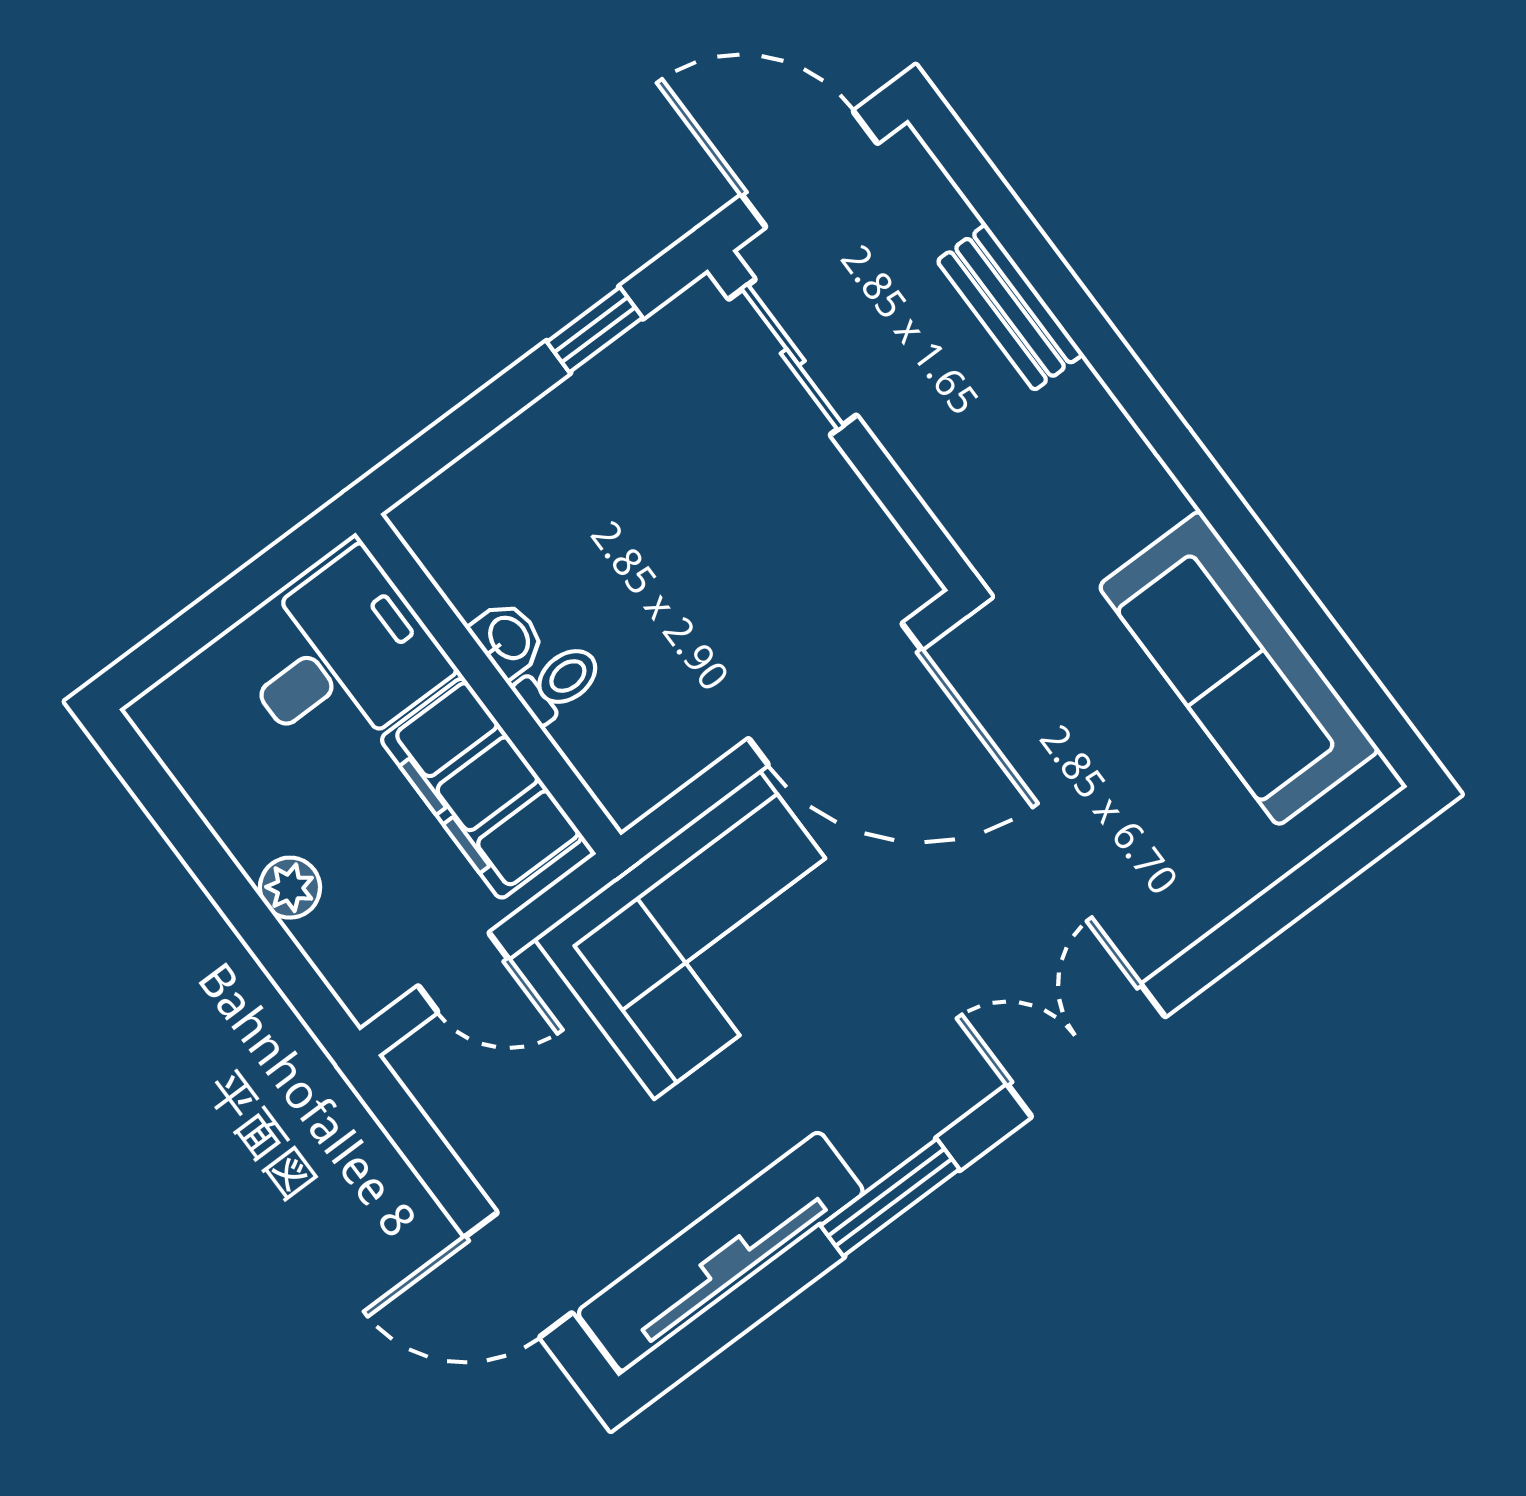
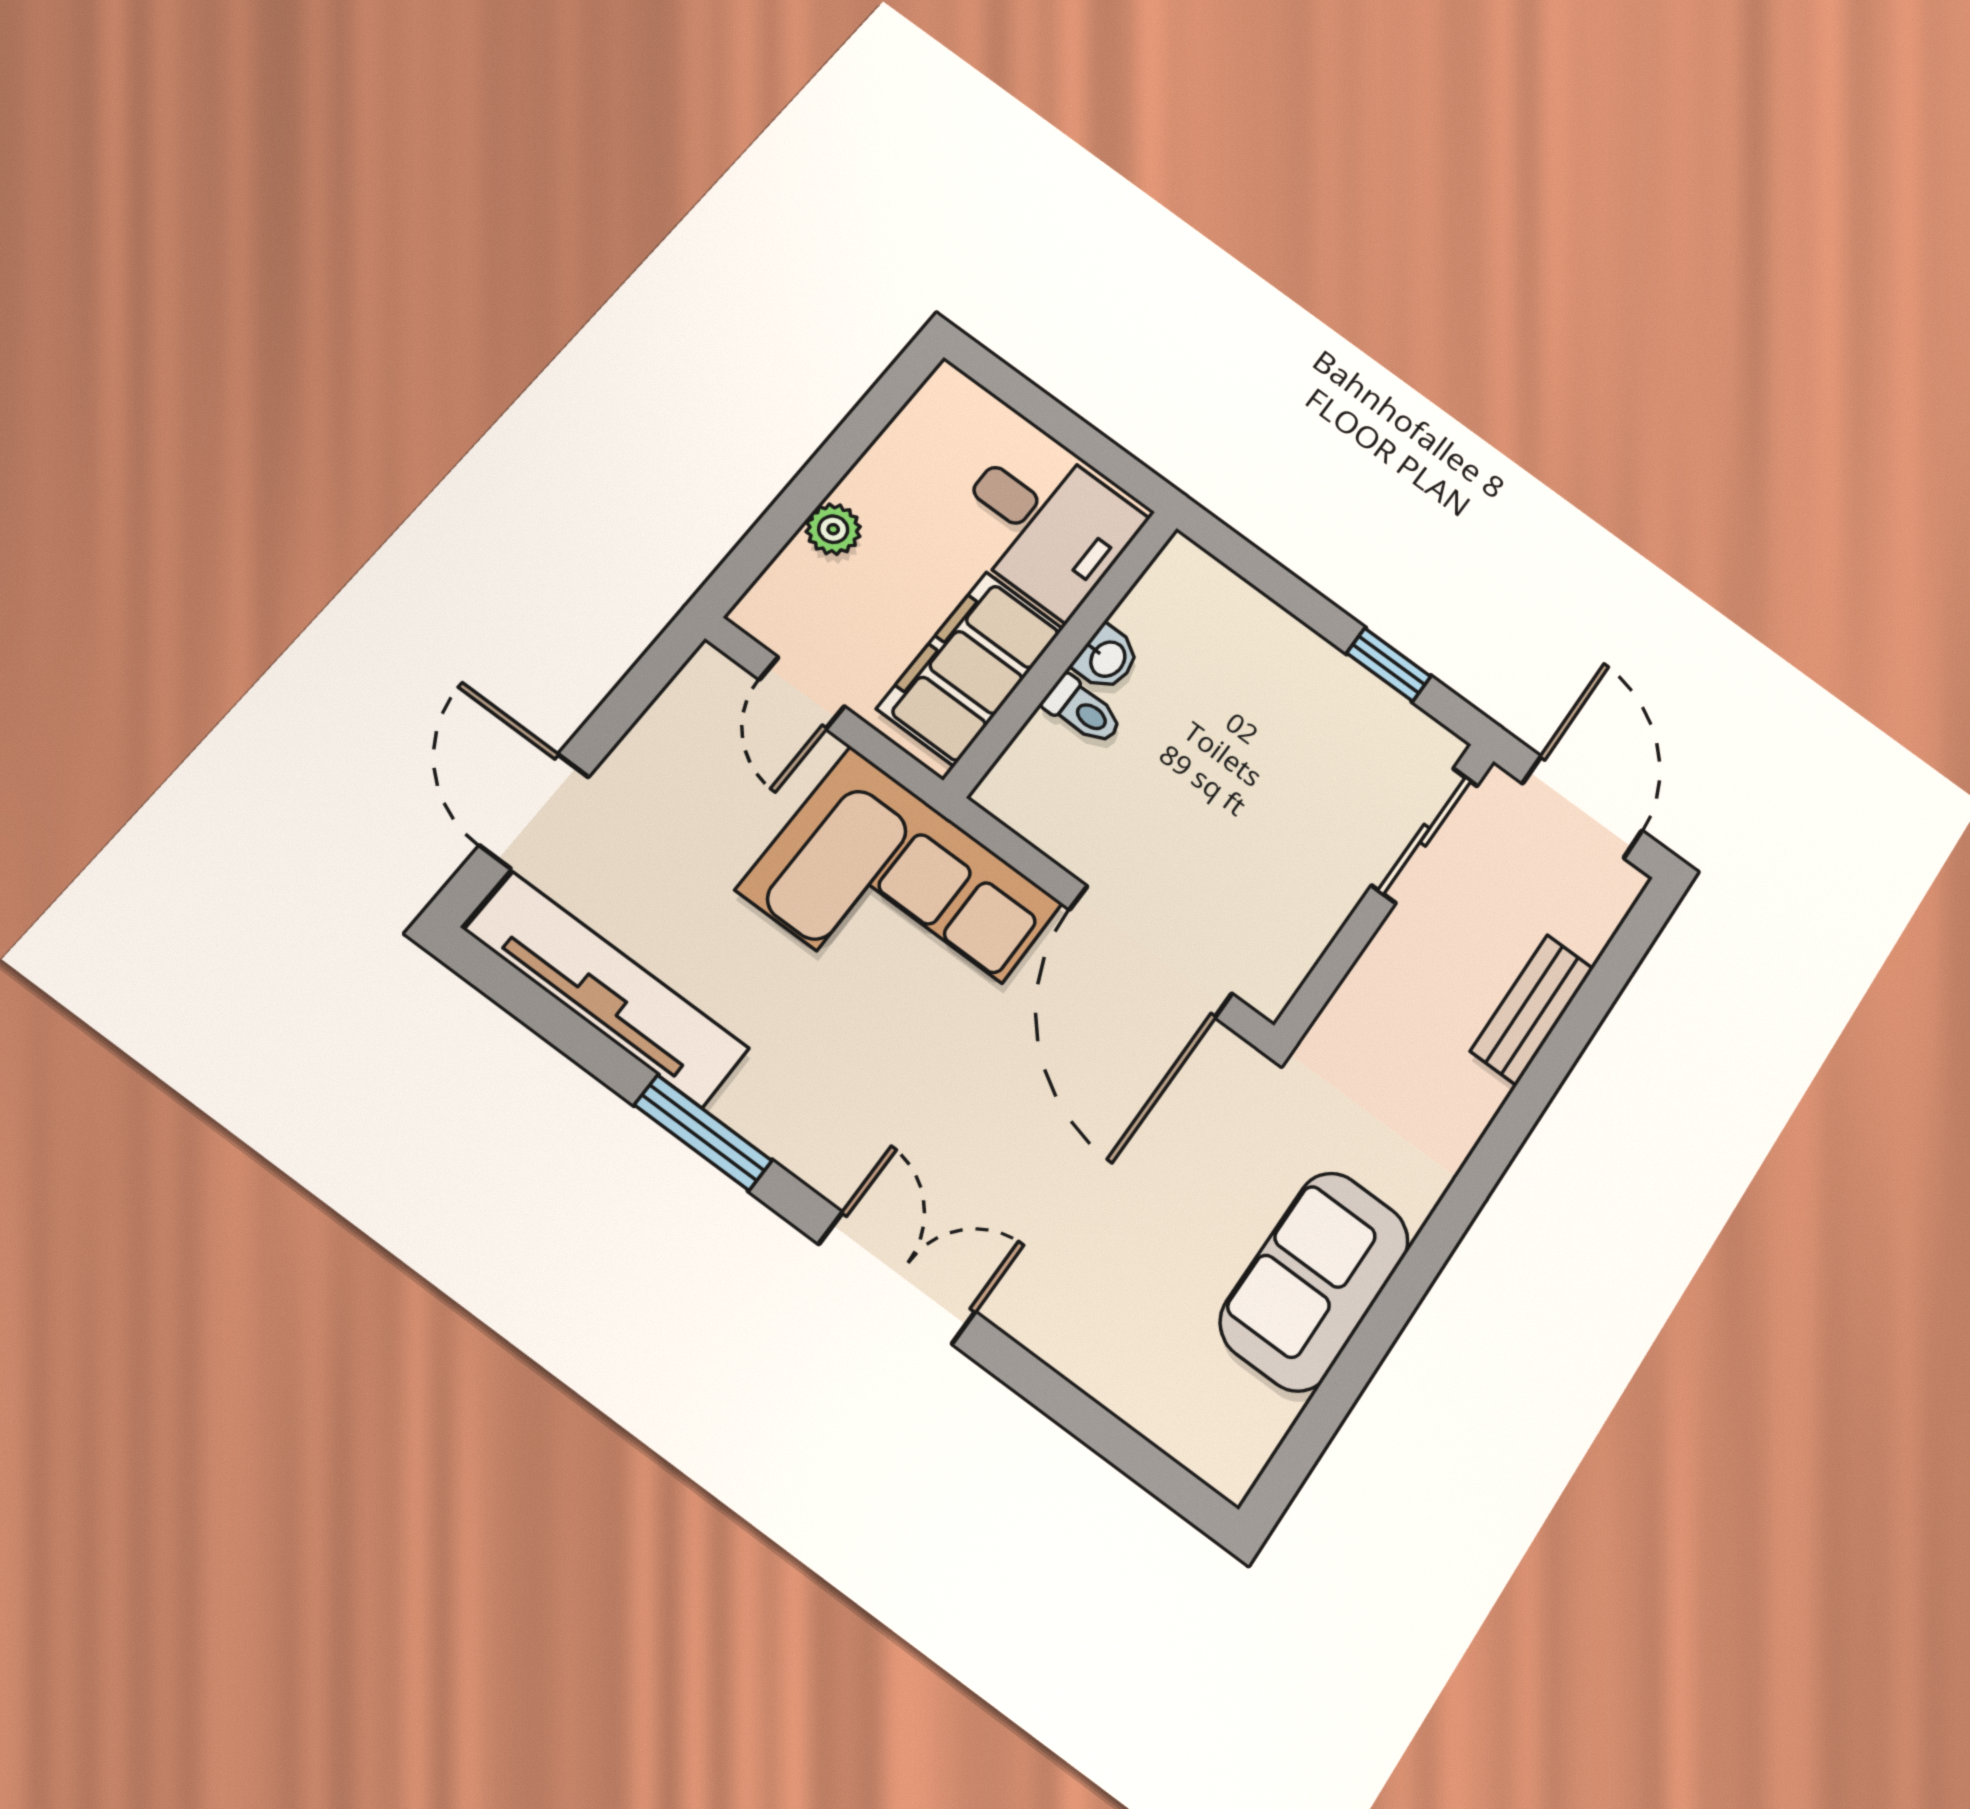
sofa: (1239, 668) -> (1315, 1281), width x0.73

